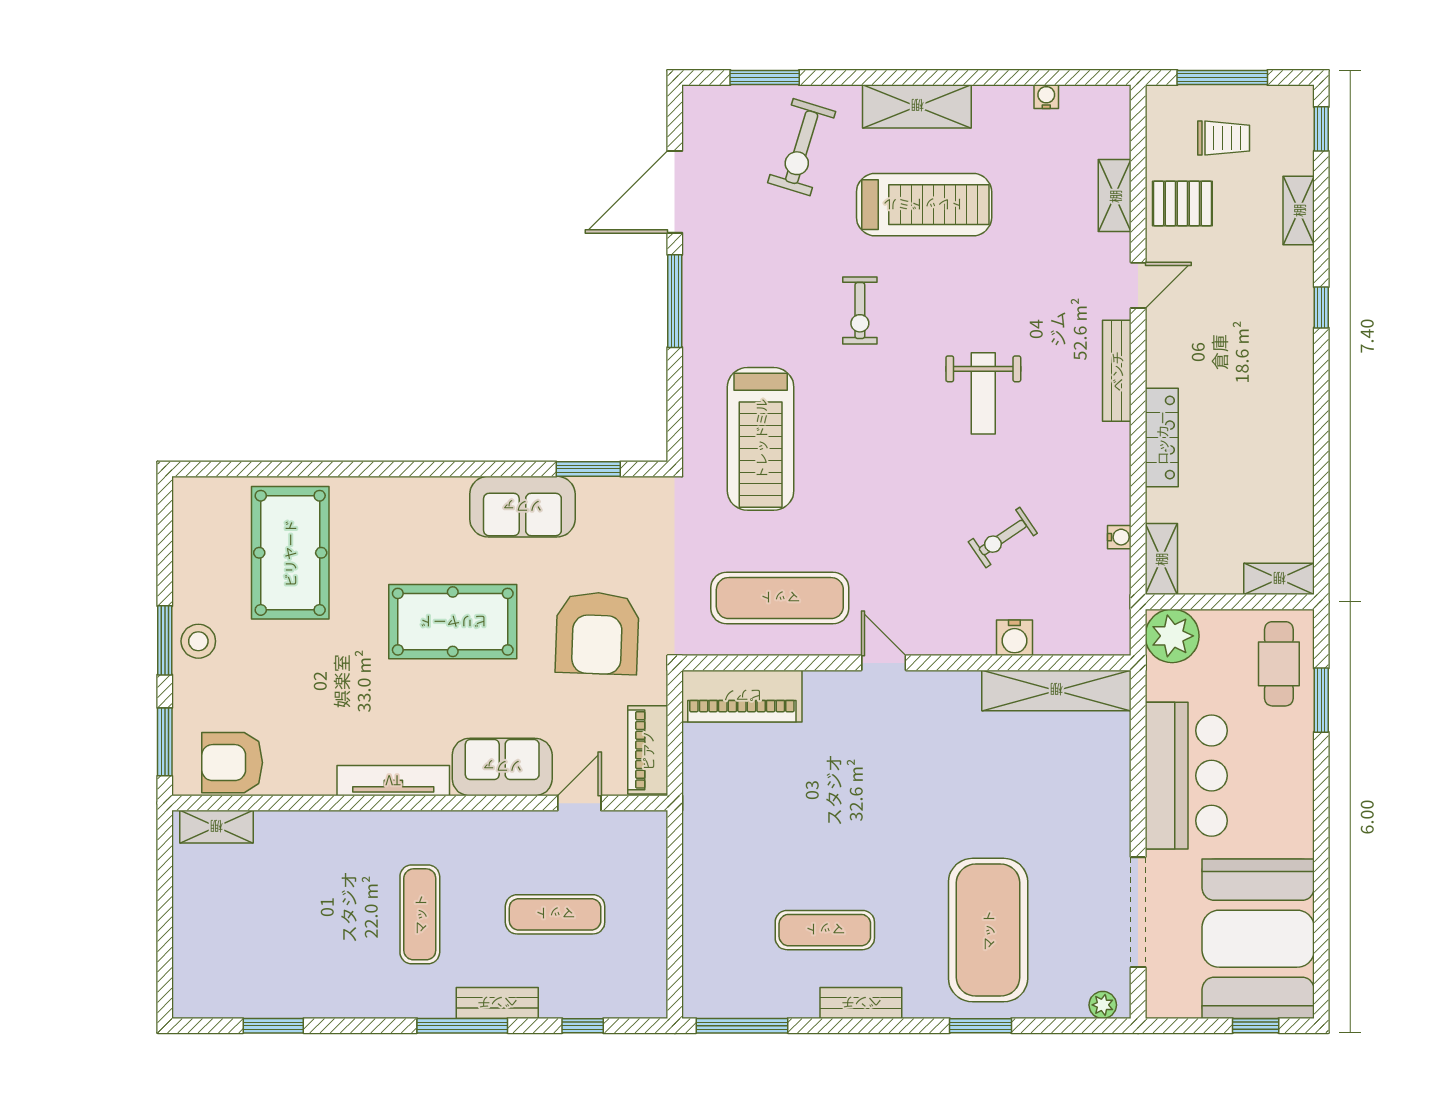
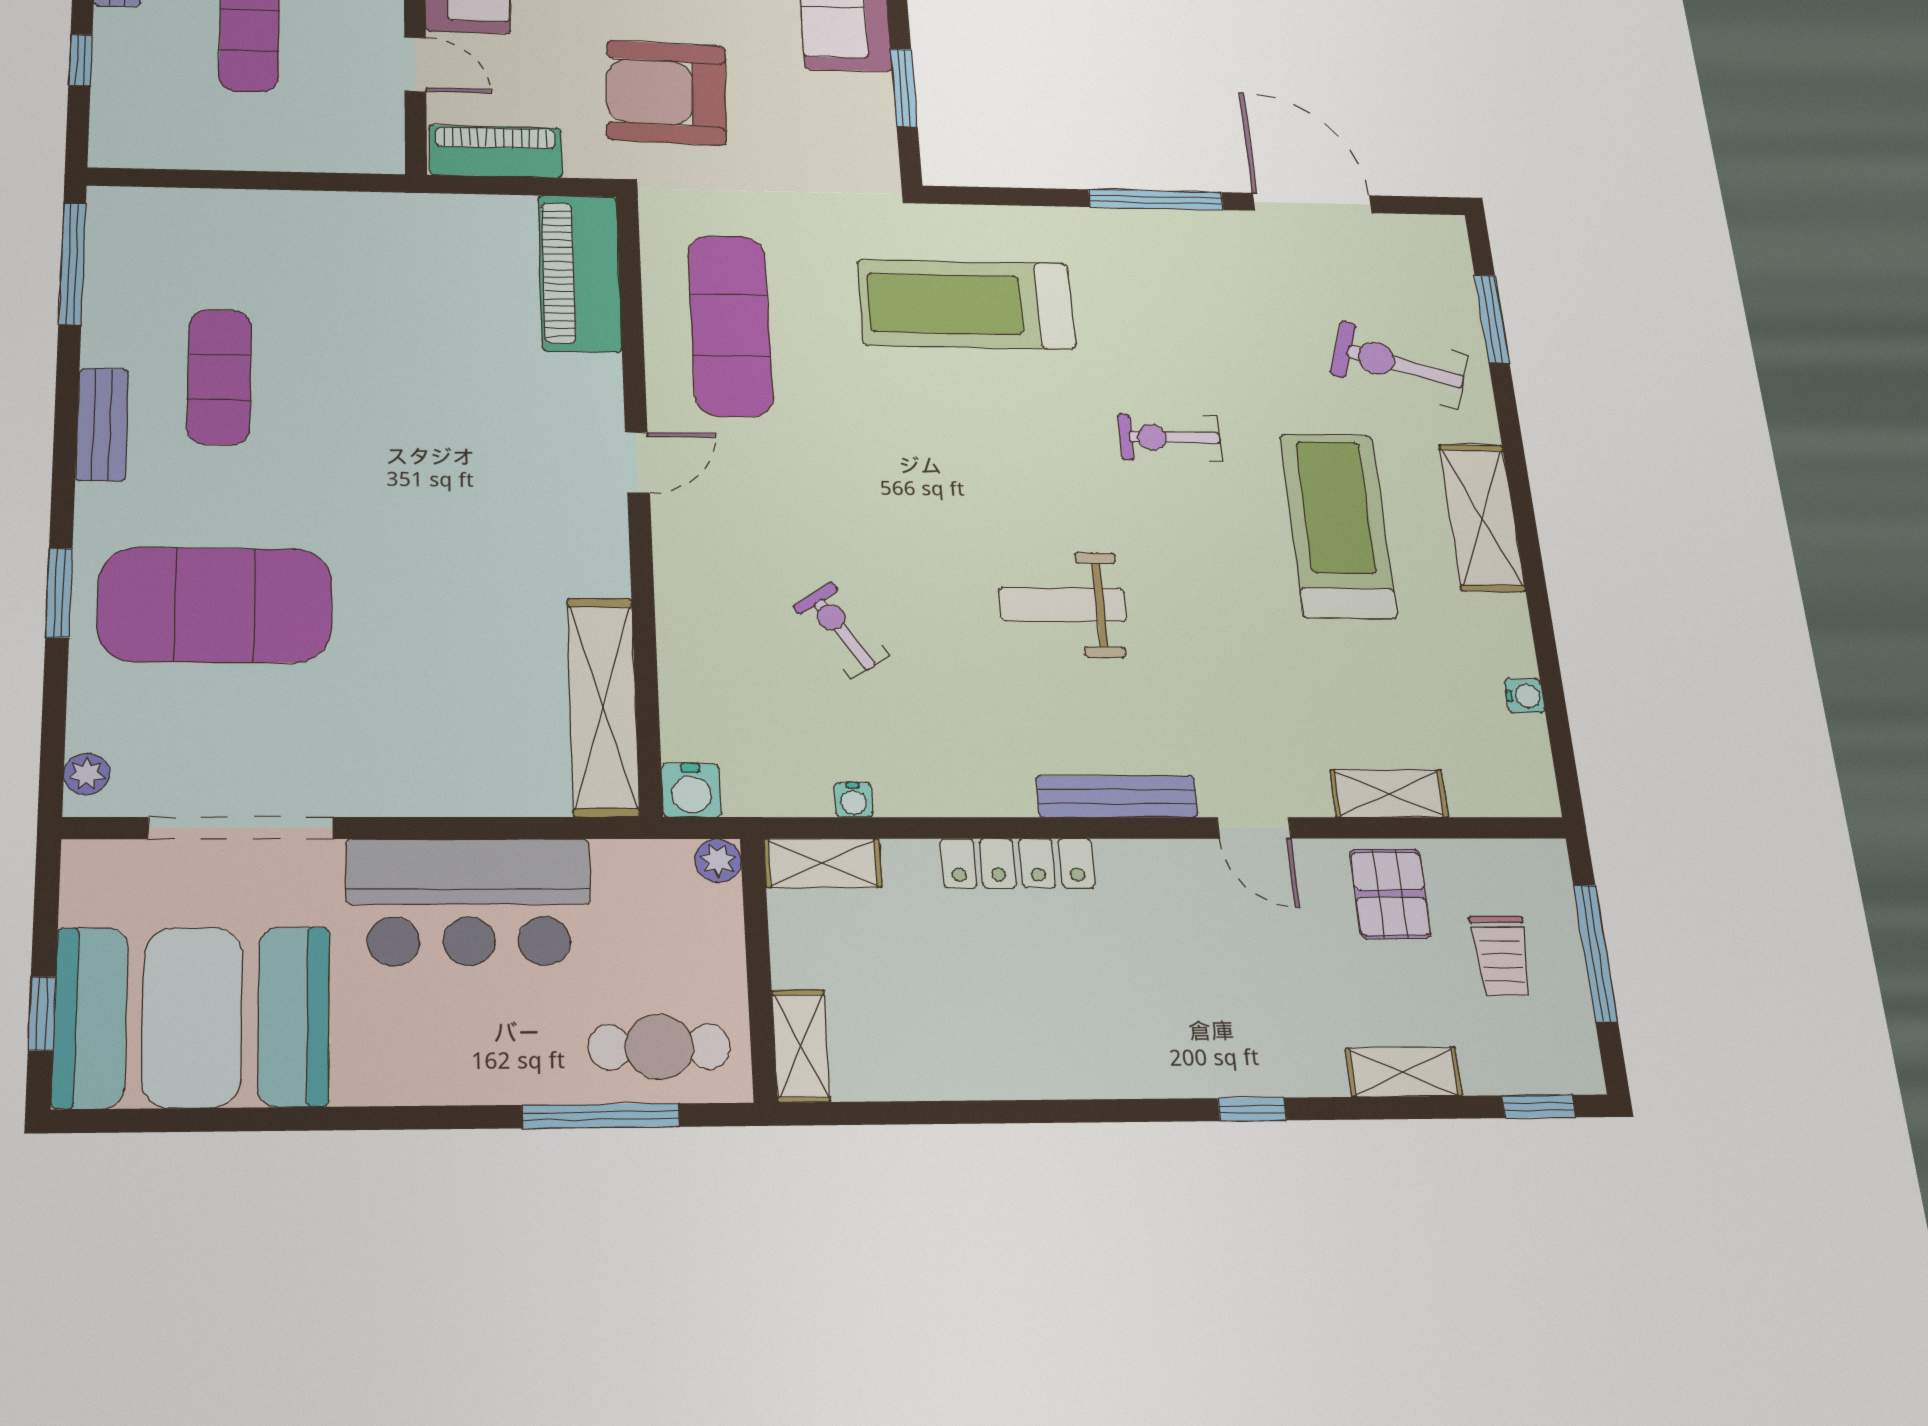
treadmill: (924, 205) -> (1338, 525), turned 180
plant: (1172, 636) -> (718, 861), width x0.53, depth x0.53
water cooler: (1014, 638) -> (691, 790), moved, turned -90
window: (1321, 700) -> (601, 1116), width x1.44

